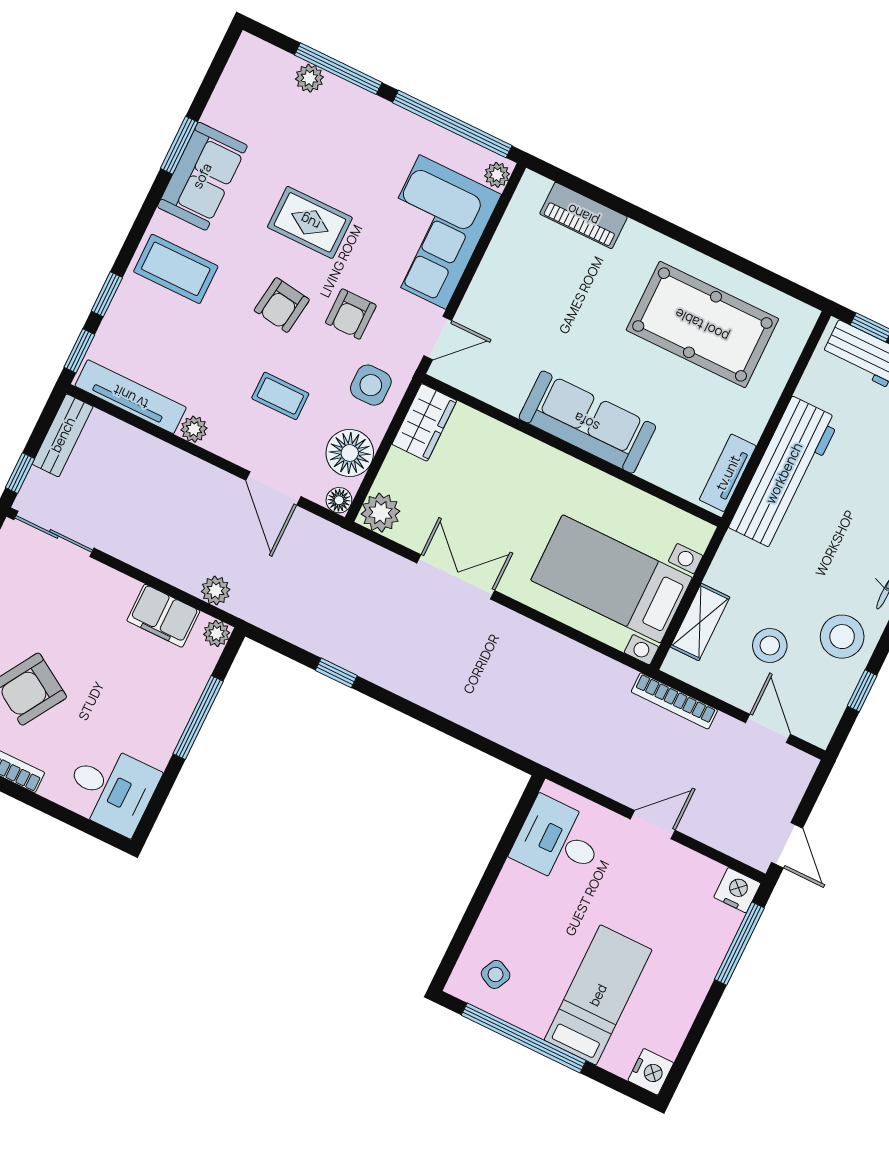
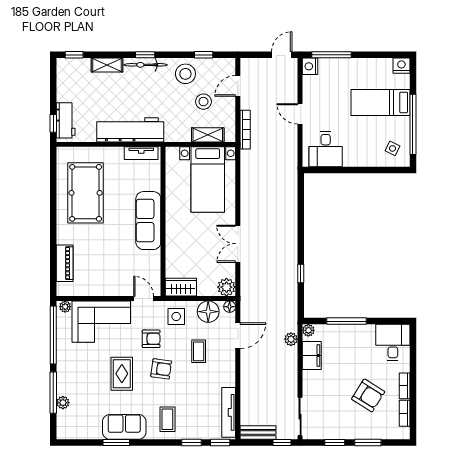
coffee table: (176, 269) -> (167, 419), width x0.73, depth x0.77
plant: (194, 429) -> (229, 380), removed

